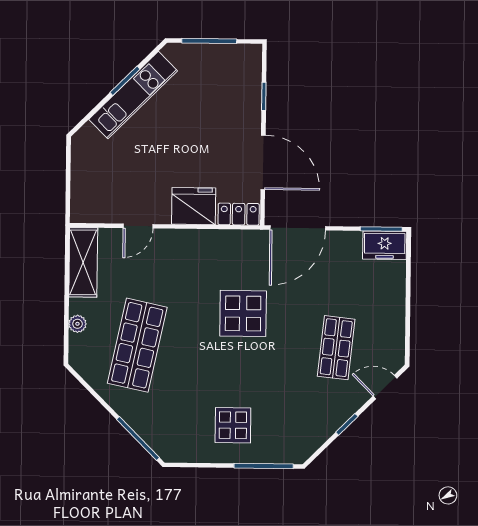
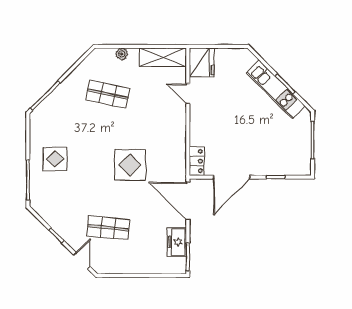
fridge: (194, 206) -> (202, 62), moved
freezer: (385, 245) -> (177, 242), moved
shop shelf: (137, 345) -> (108, 94), width x0.70, depth x0.74

